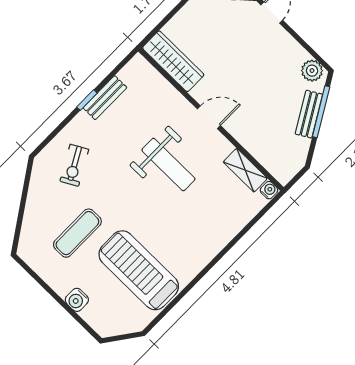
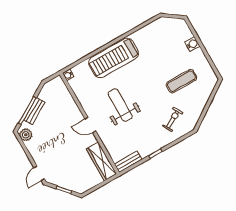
bench: (105, 98) -> (128, 162), moved
shelving: (245, 170) -> (78, 90), removed
treadmill: (139, 270) -> (114, 58), moved, turned 90

